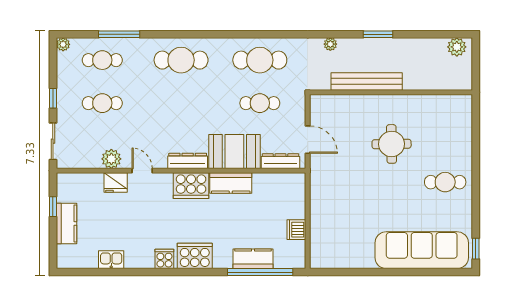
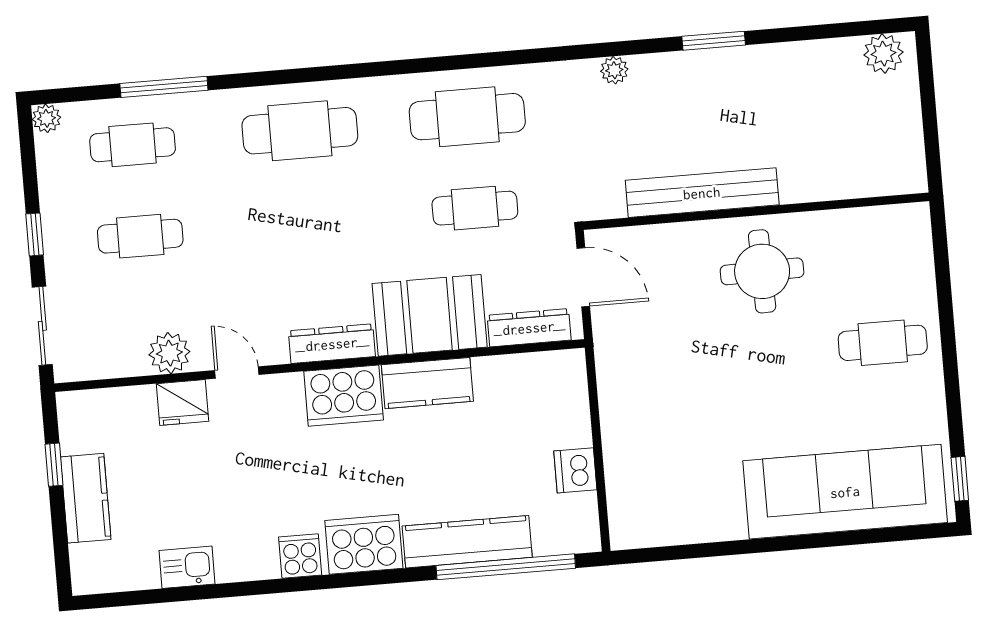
bench: (367, 81) -> (702, 193), moved
wall: (391, 92) -> (756, 211), moved
kitchen counter: (253, 259) -> (467, 542), width x1.50

